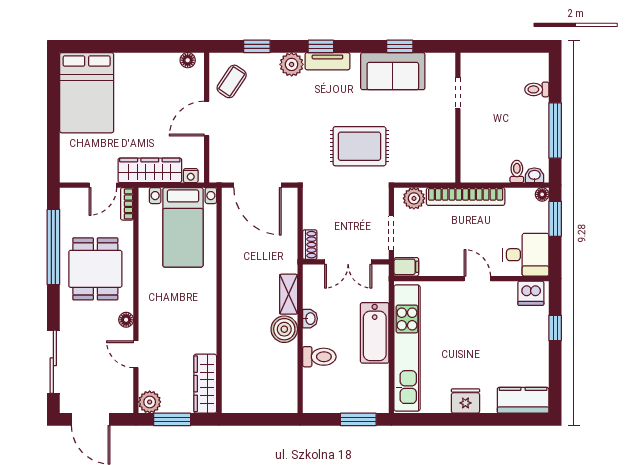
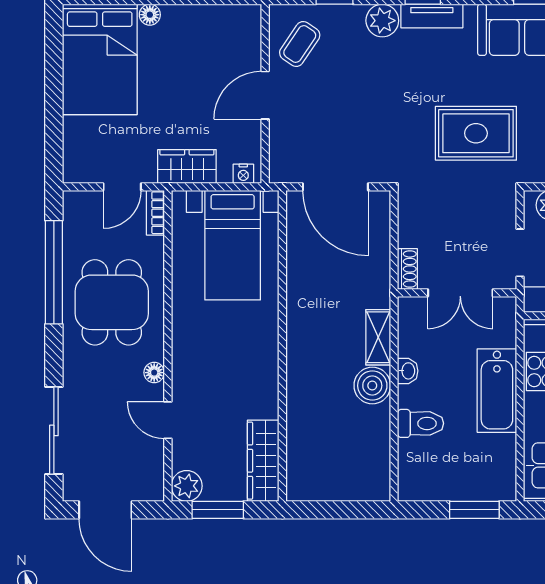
floor lamp: (188, 60) -> (150, 15), moved
wardrobe: (150, 170) -> (187, 166), width x0.67

